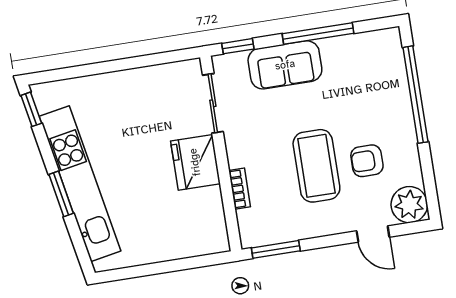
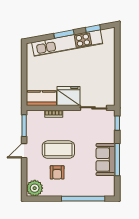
sofa: (285, 65) -> (106, 160), moved
window: (31, 109) -> (93, 29), moved
armchair: (367, 161) -> (57, 172), turned 180
kitchen counter: (210, 221) -> (41, 98), added
door: (373, 234) -> (24, 151), moved

